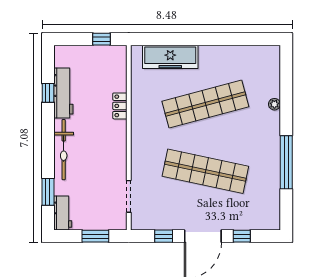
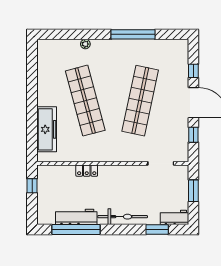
window: (48, 93) -> (76, 230), width x3.17

